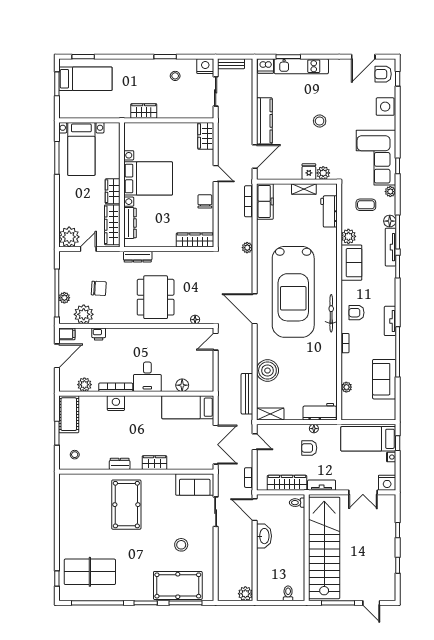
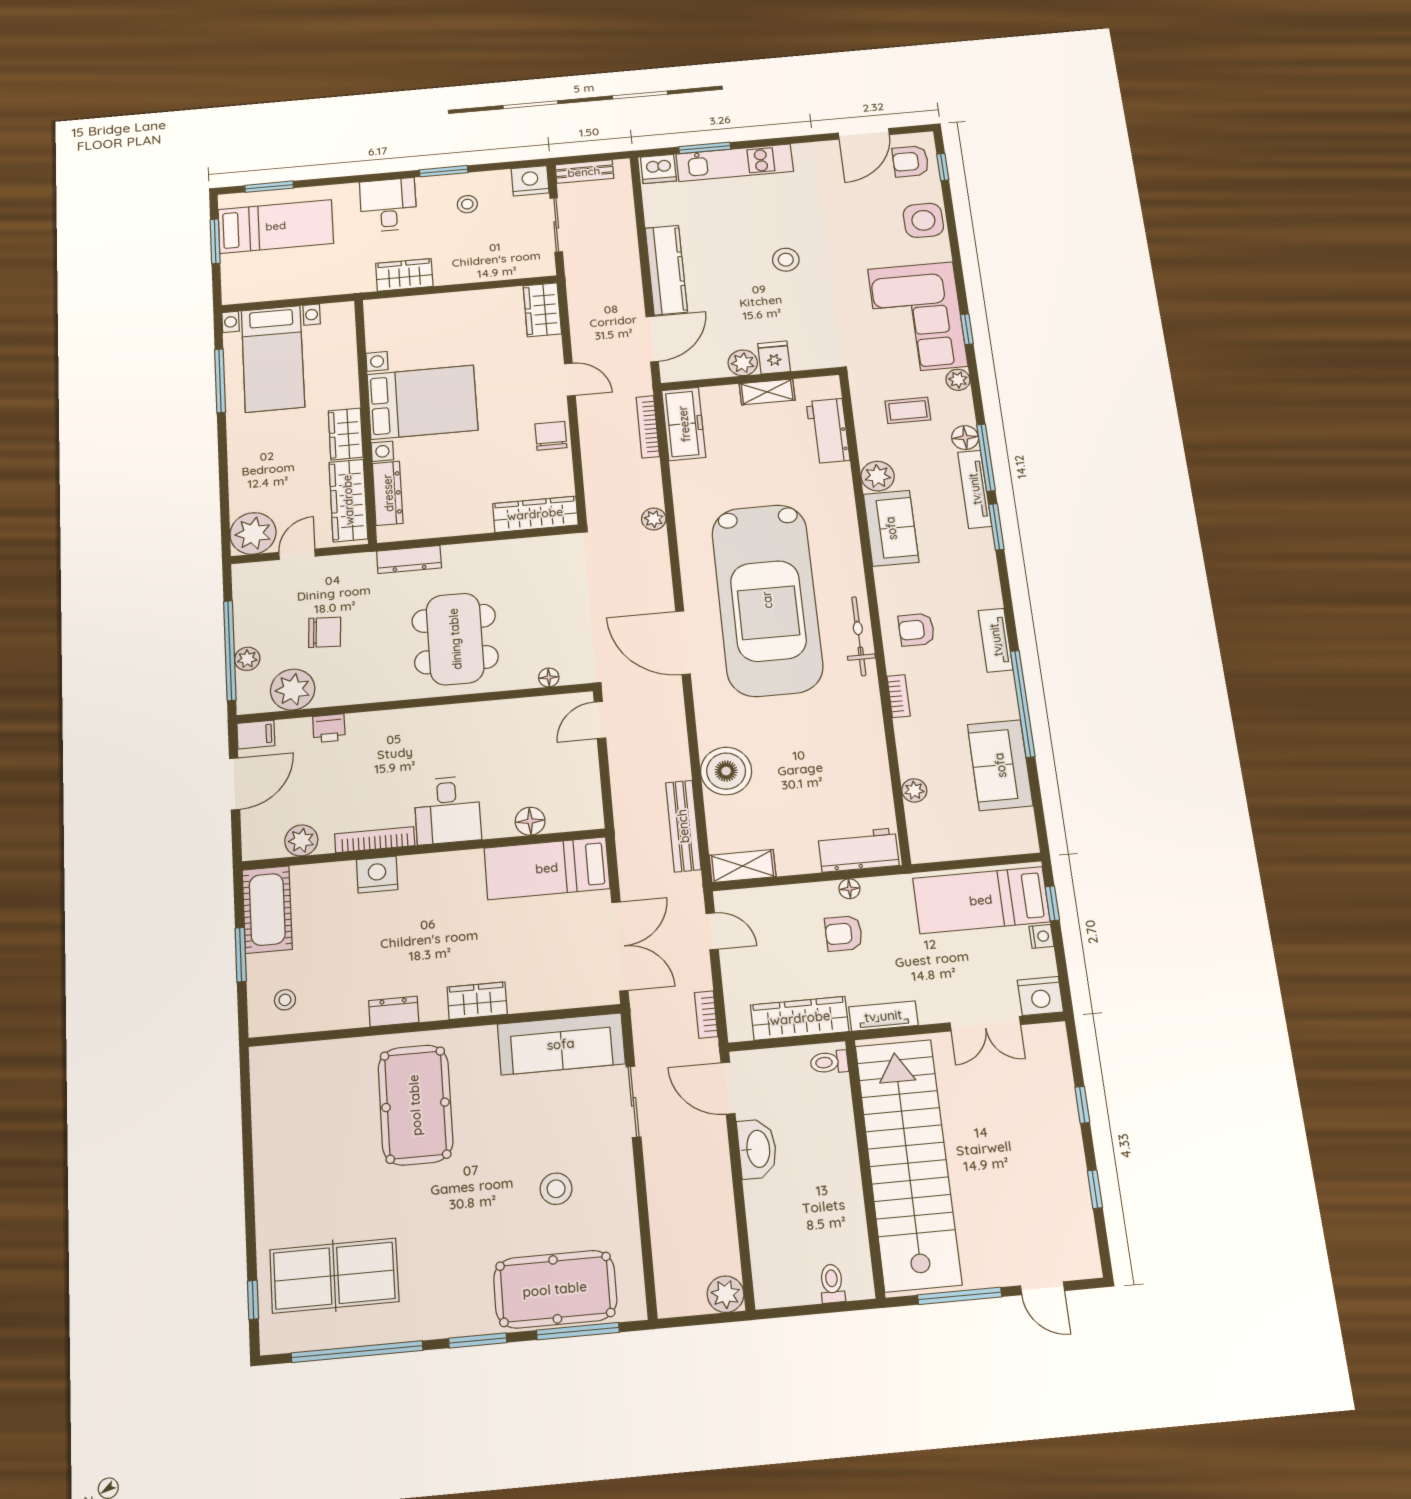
desk: (138, 73) -> (388, 205), added
plant: (323, 173) -> (743, 363), moved
sofa: (195, 484) -> (561, 1044), width x1.36

